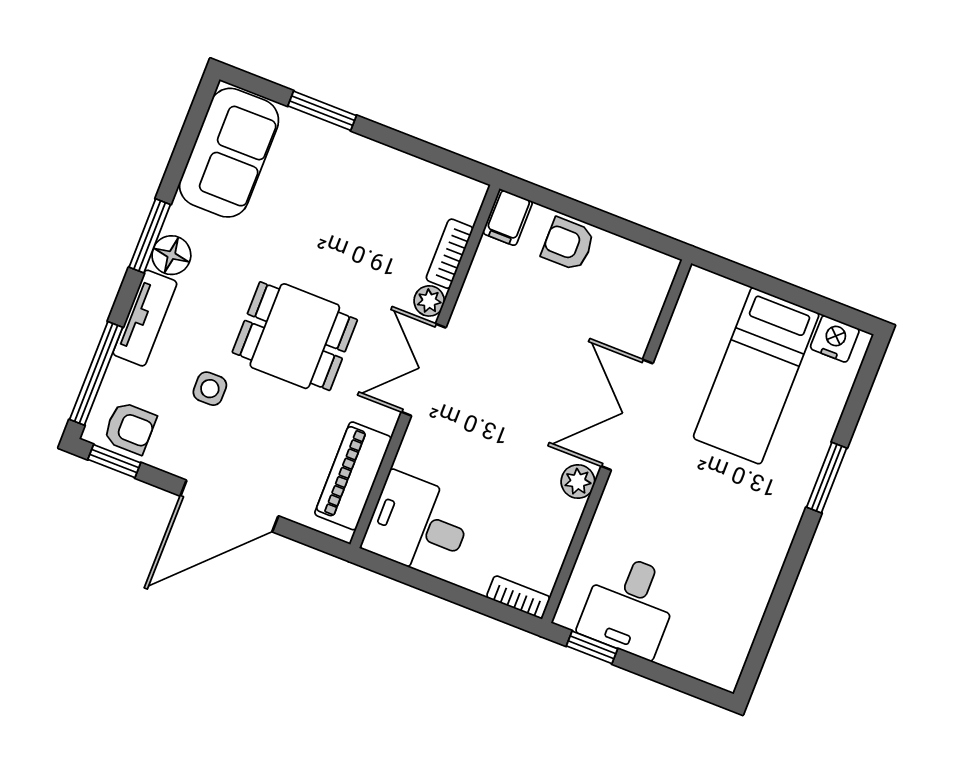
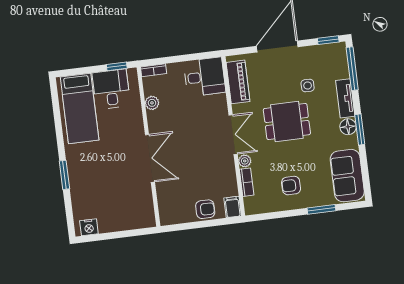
bed: (756, 376) -> (80, 109), moved, turned 180
armchair: (130, 428) -> (291, 186), moved
plant: (578, 481) -> (152, 103), moved

